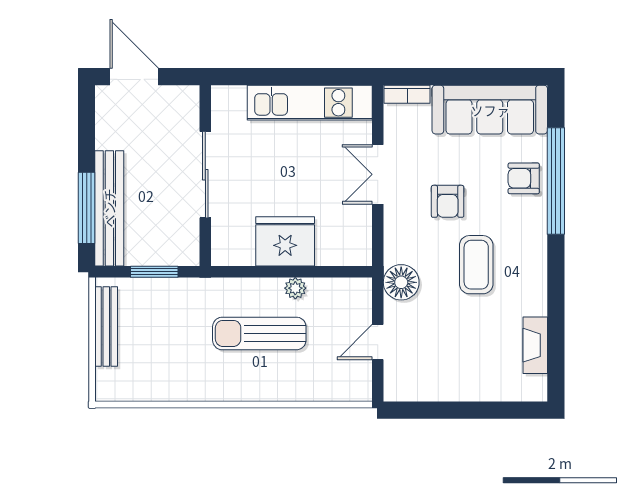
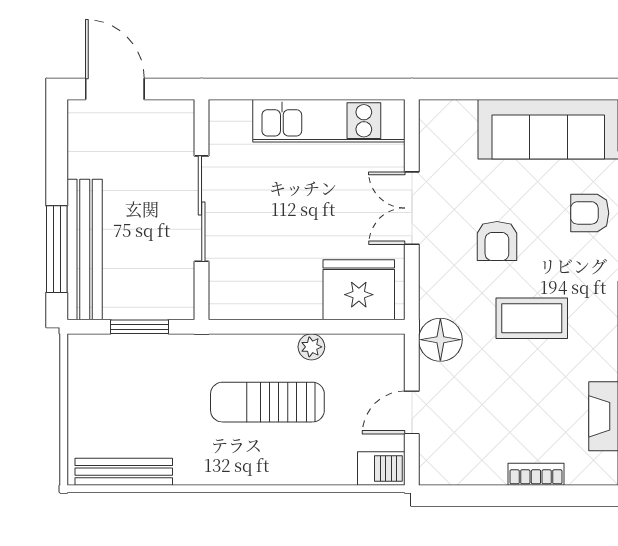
bookcase: (407, 94) -> (536, 474), moved, turned 180
fridge: (285, 241) -> (359, 290), moved
coffee table: (476, 265) -> (532, 318), turned 90
bench: (106, 327) -> (124, 472), moved, turned 90
barbecue: (353, 388) -> (381, 468), added

